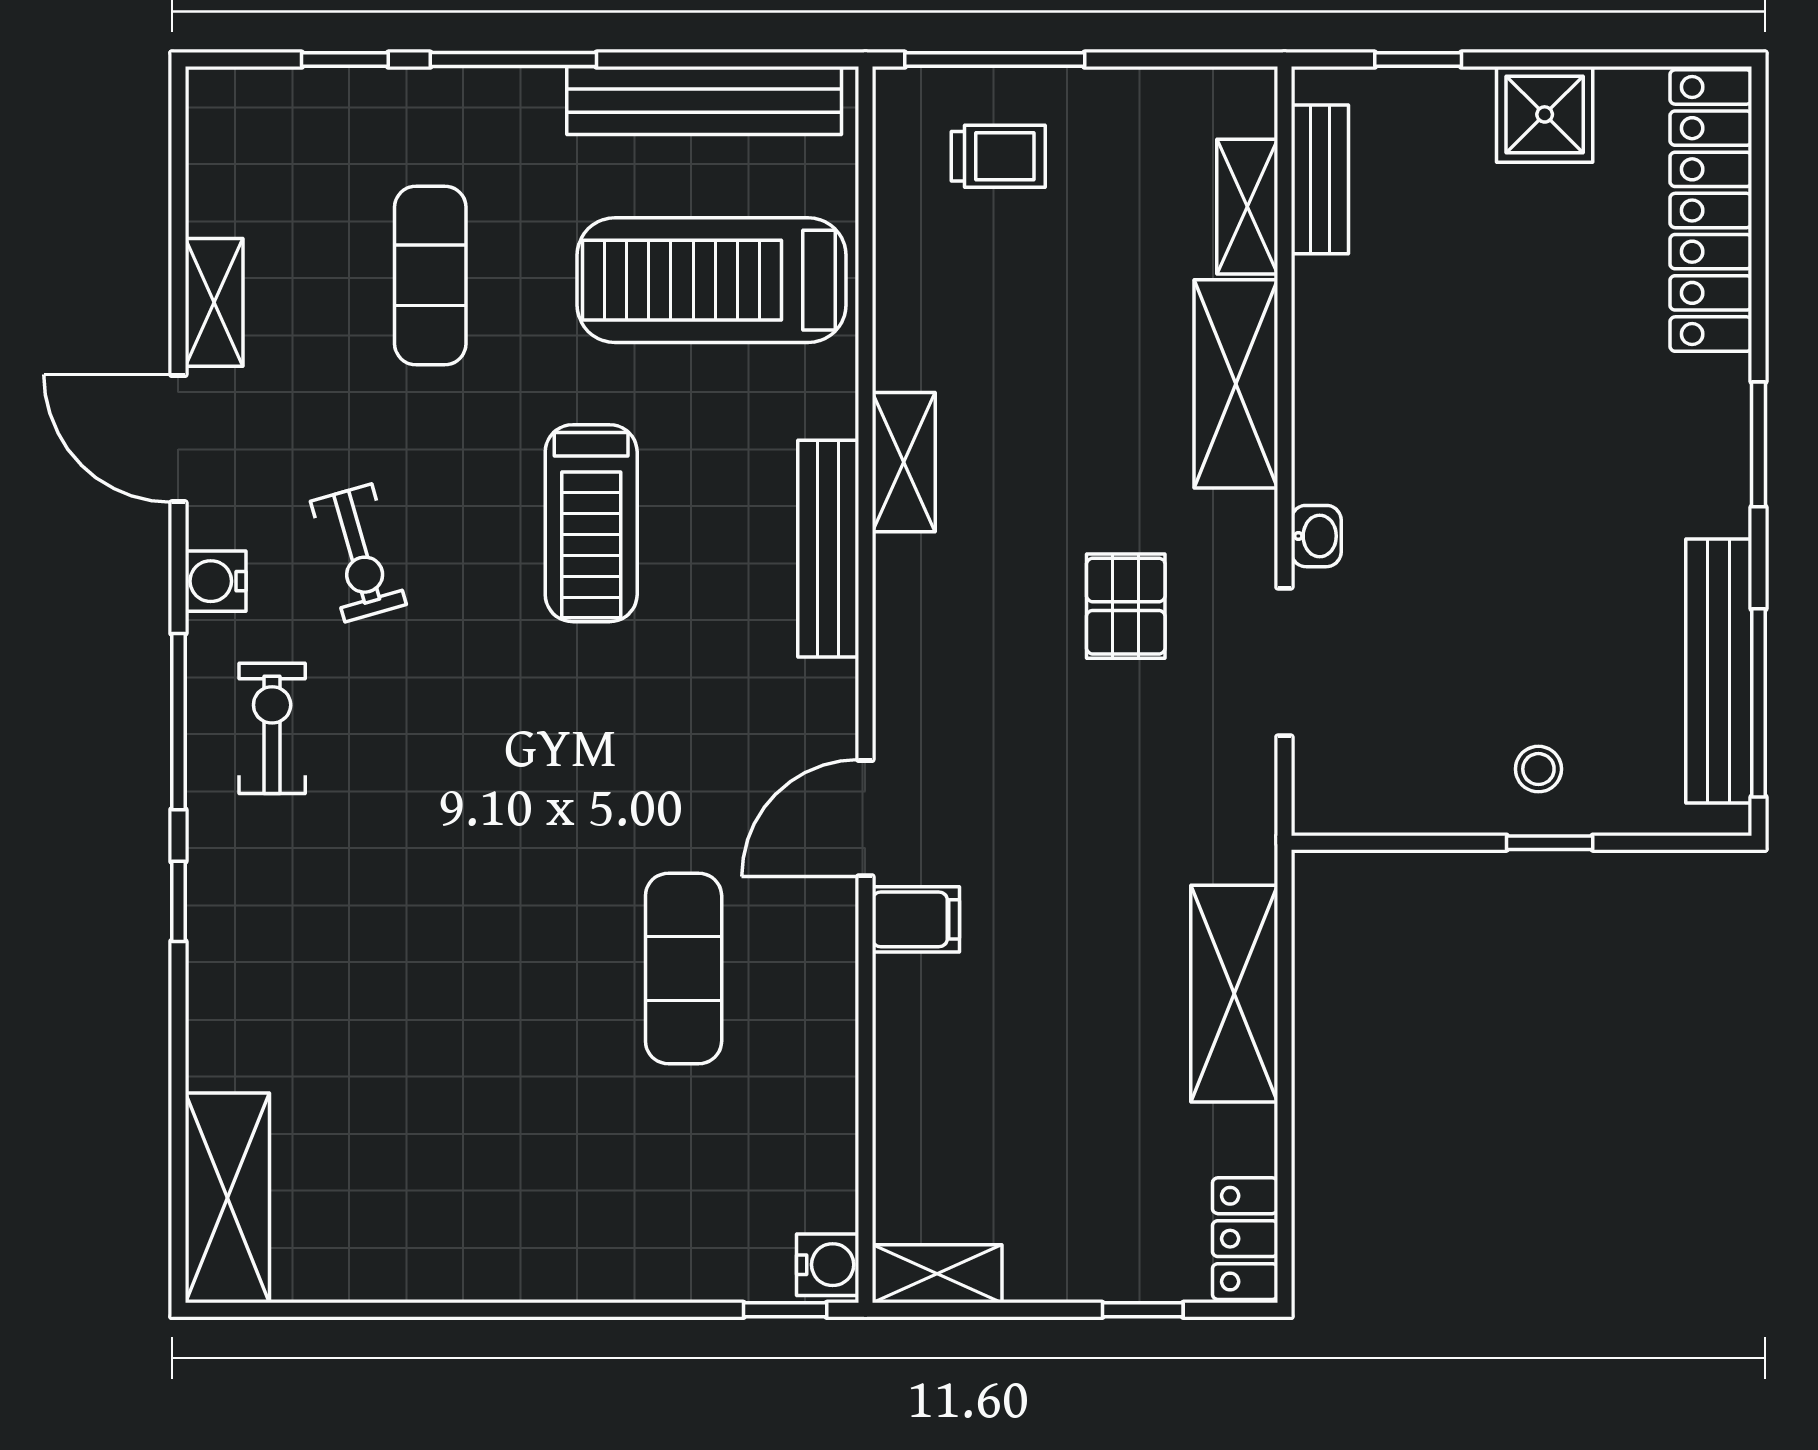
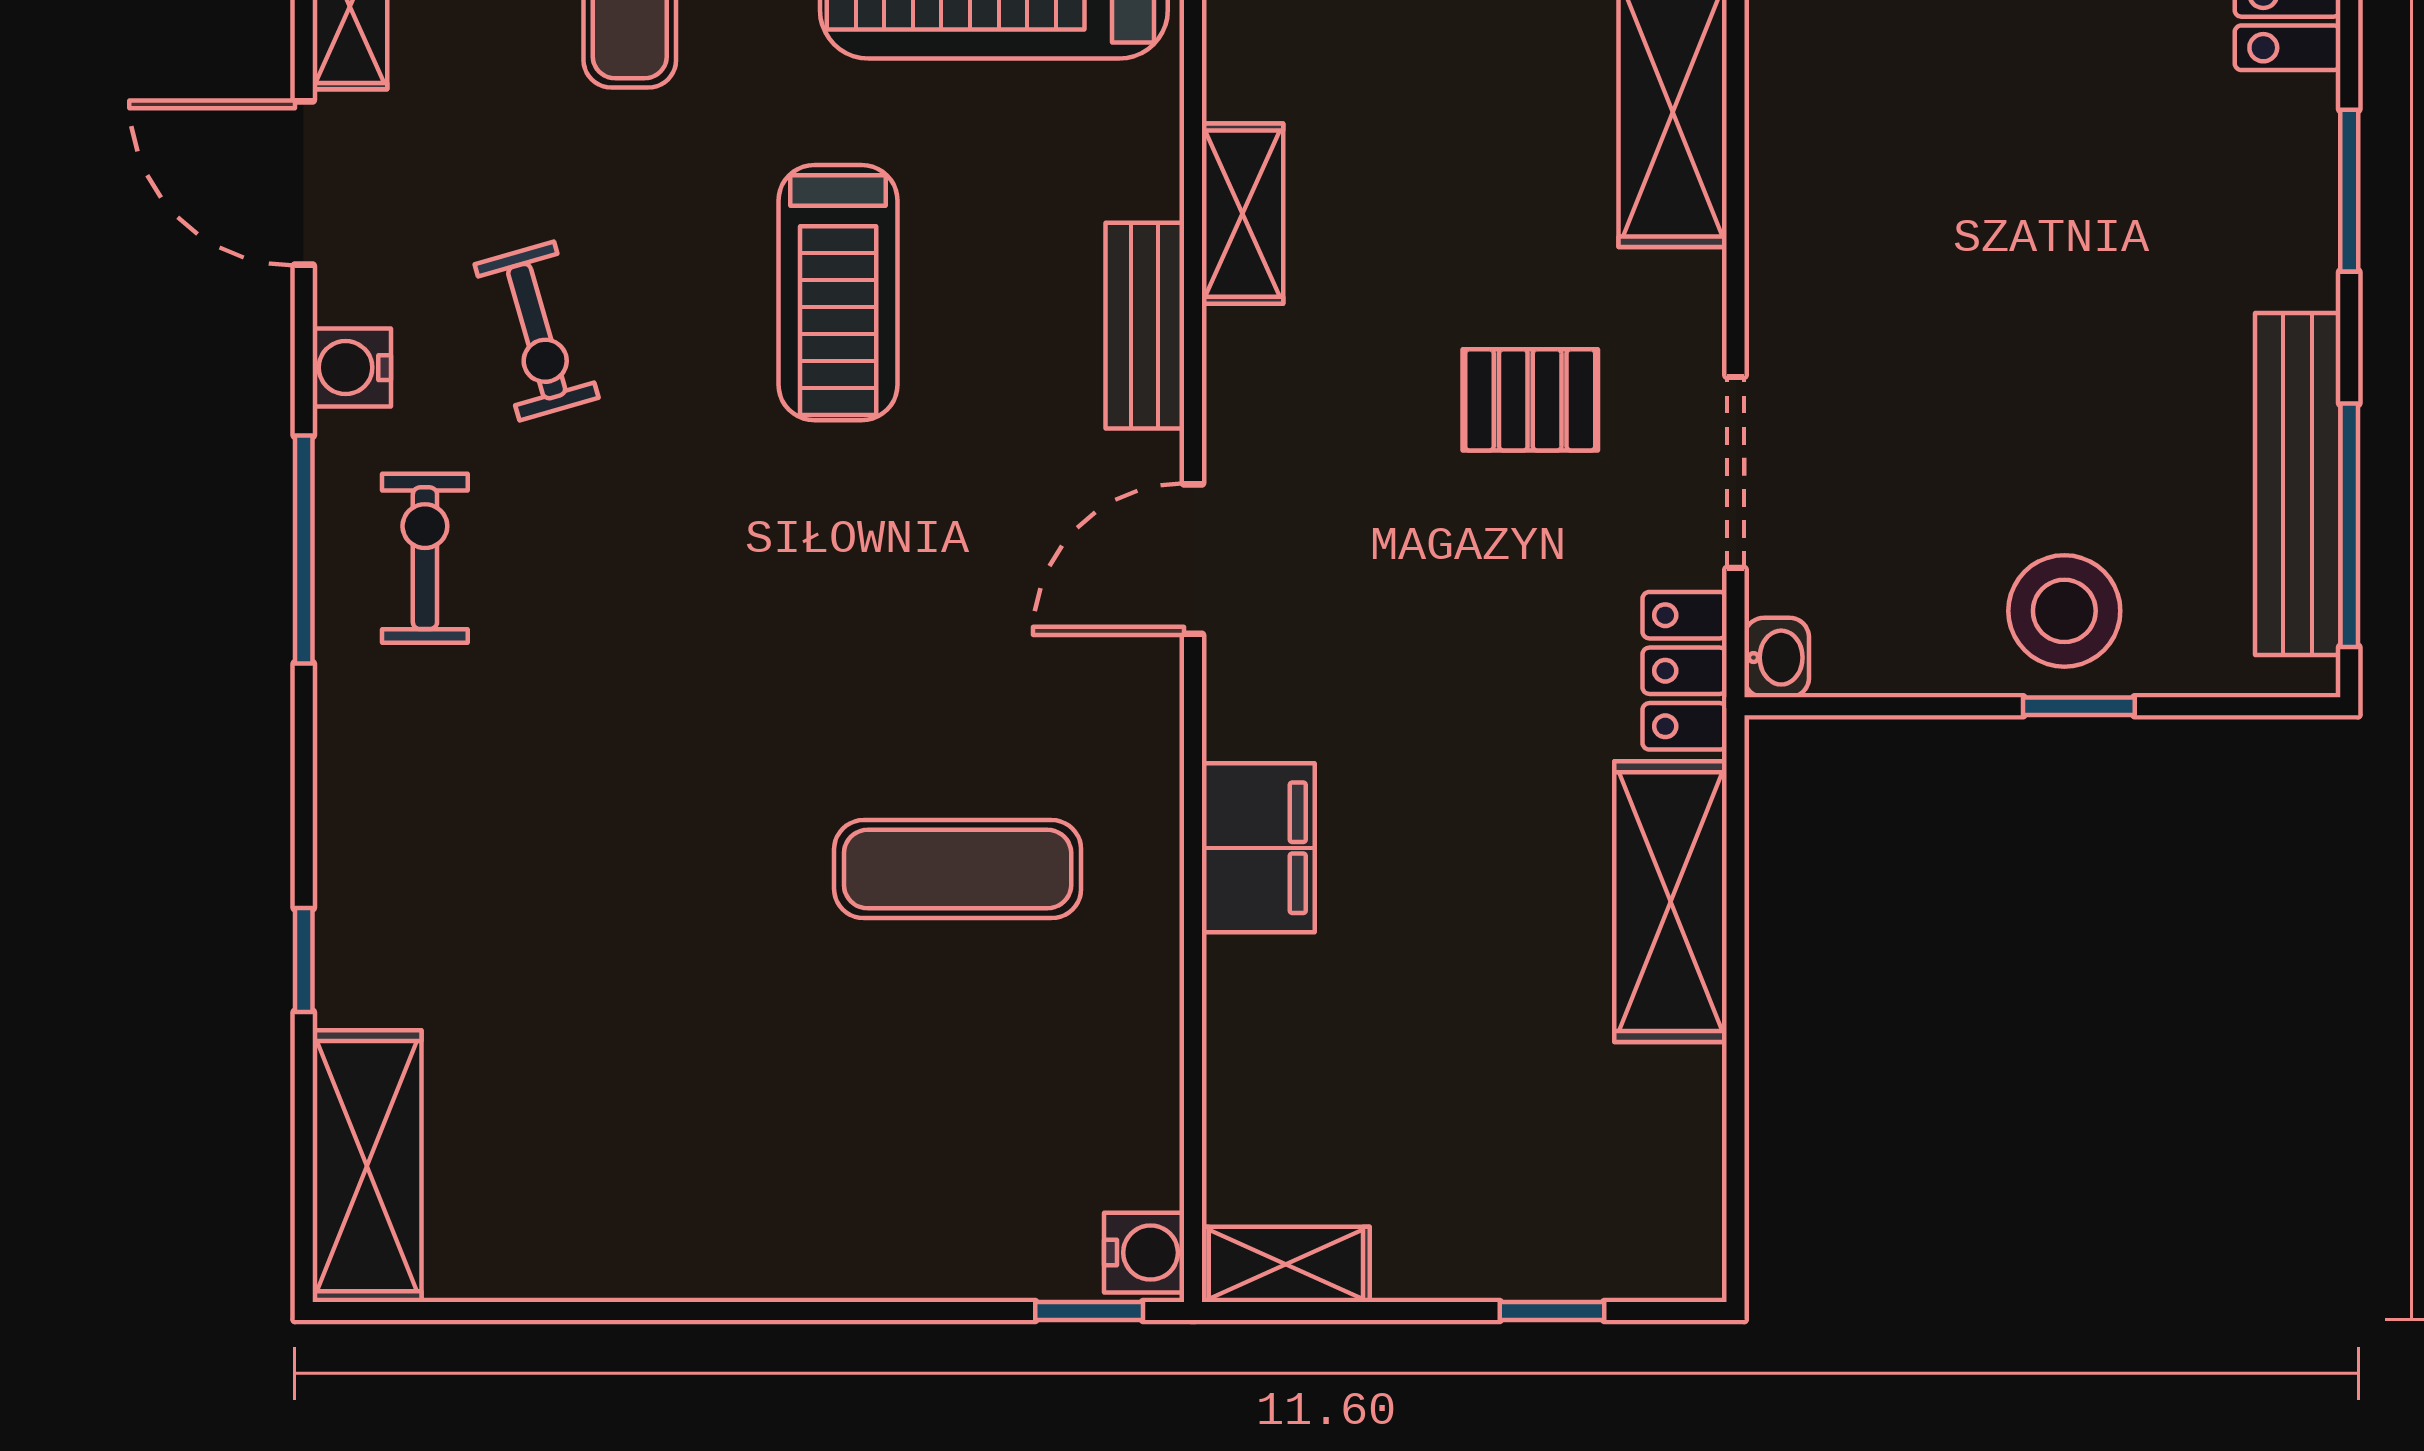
washbasin: (1316, 536) -> (1777, 658), moved
bench: (828, 549) -> (1145, 326), width x0.73
pallet: (1126, 606) -> (1530, 400), turned 90
stool: (1538, 769) -> (2064, 611), width x1.89, depth x1.89
door: (865, 818) -> (1193, 559), moved
window: (178, 901) -> (304, 960), moved
filing cabinet: (916, 919) -> (1258, 848), width x2.00
exercise mat: (684, 968) -> (958, 869), turned 90
locker: (1245, 1239) -> (1685, 671), moved

